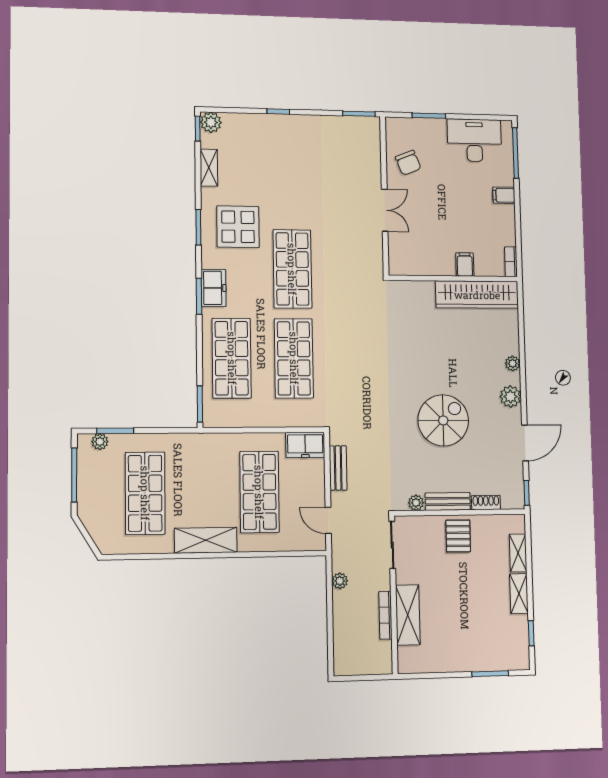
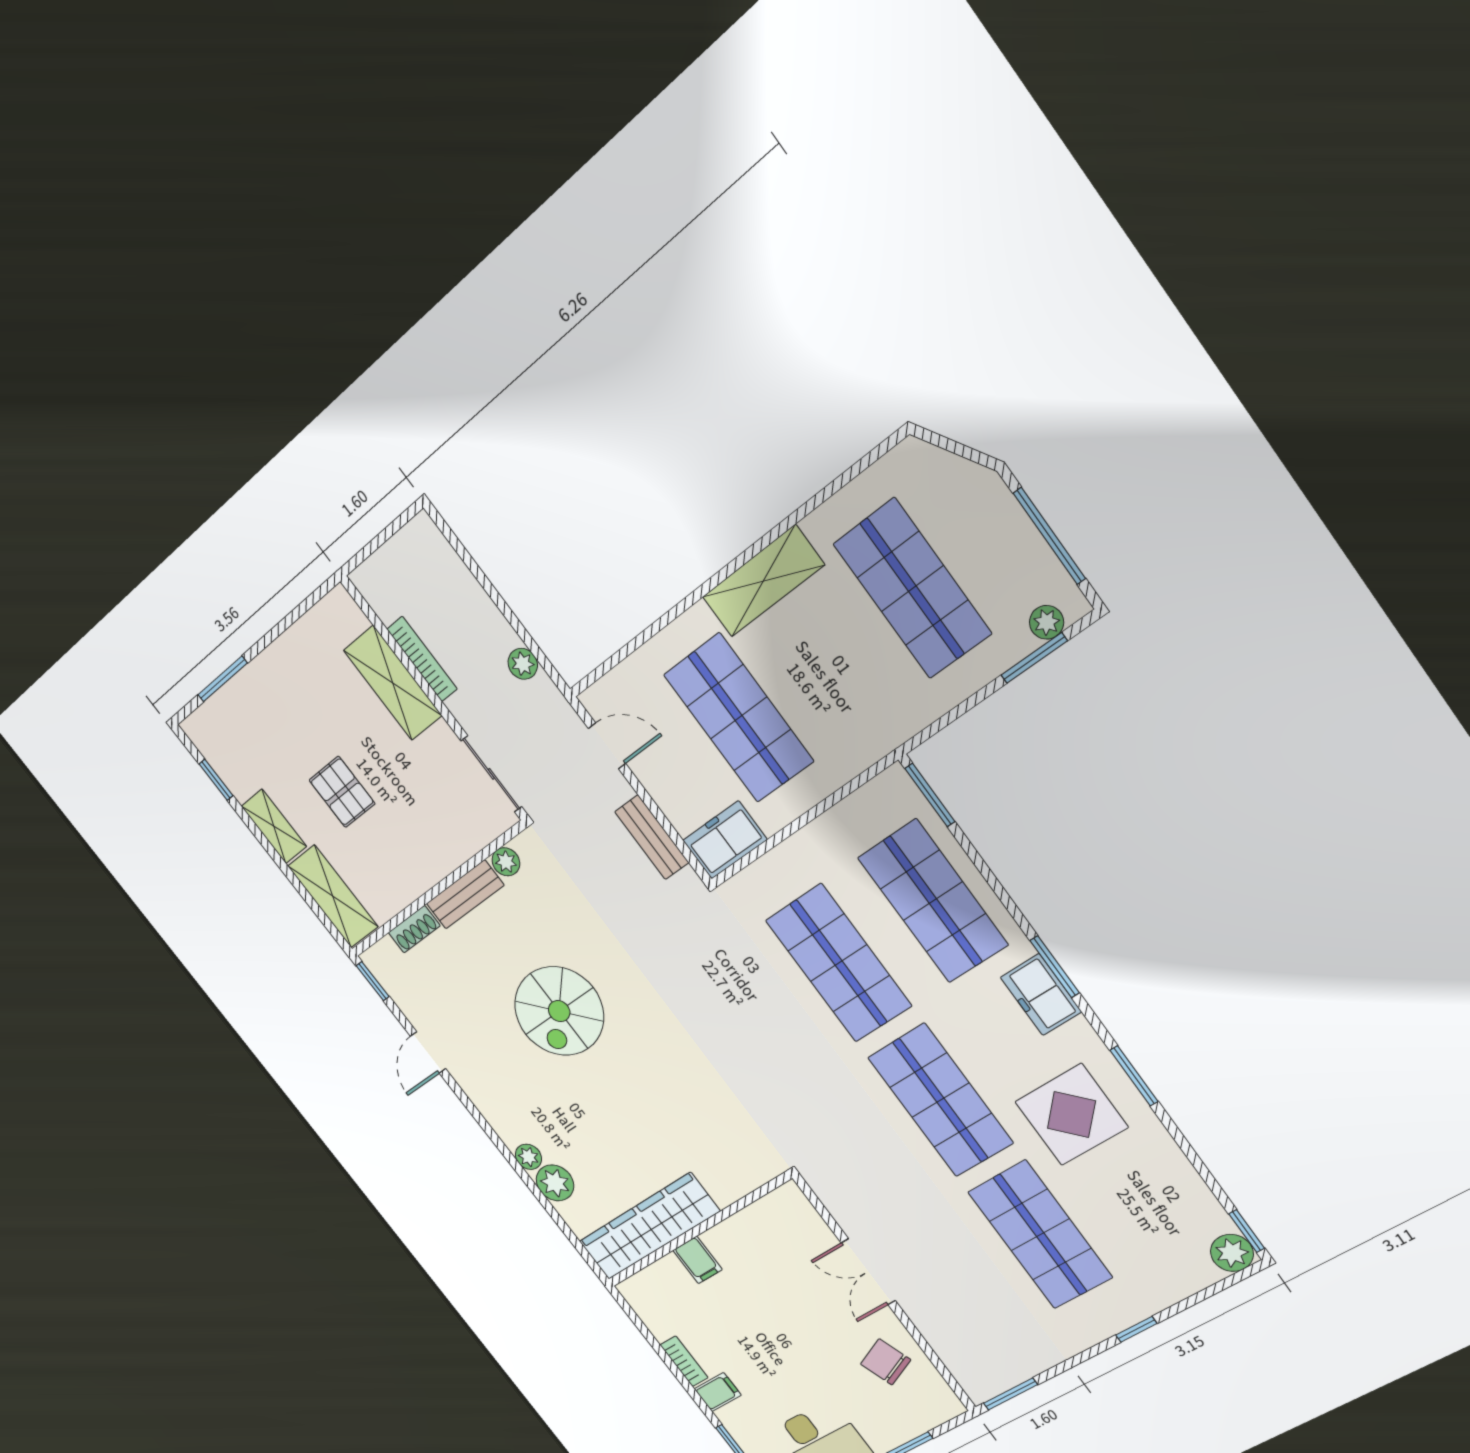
shelving: (209, 168) -> (1184, 1180), removed
shop shelf: (291, 181) -> (1040, 1235), added
bookcase: (511, 262) -> (684, 1361), moved
plant: (510, 397) -> (555, 1183), moved
door: (525, 443) -> (428, 1052), width x0.73
pallet: (458, 536) -> (342, 792), moved
shelving: (518, 553) -> (333, 896), width x1.50, depth x1.33

